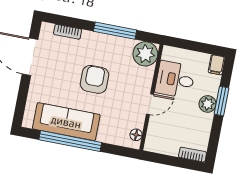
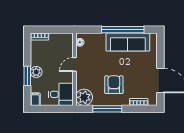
armchair: (95, 79) -> (114, 85), moved, turned 180
desk: (175, 79) -> (61, 94), moved

